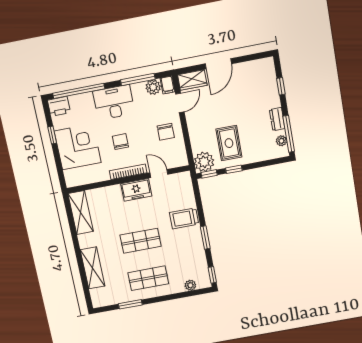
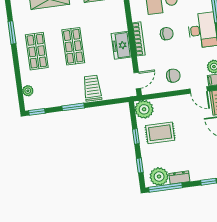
chair: (166, 132) -> (173, 76), turned 180
plant: (281, 141) -> (159, 177), width x1.88, depth x1.88
door: (159, 174) -> (137, 80), moved
window: (209, 174) -> (140, 165), moved

